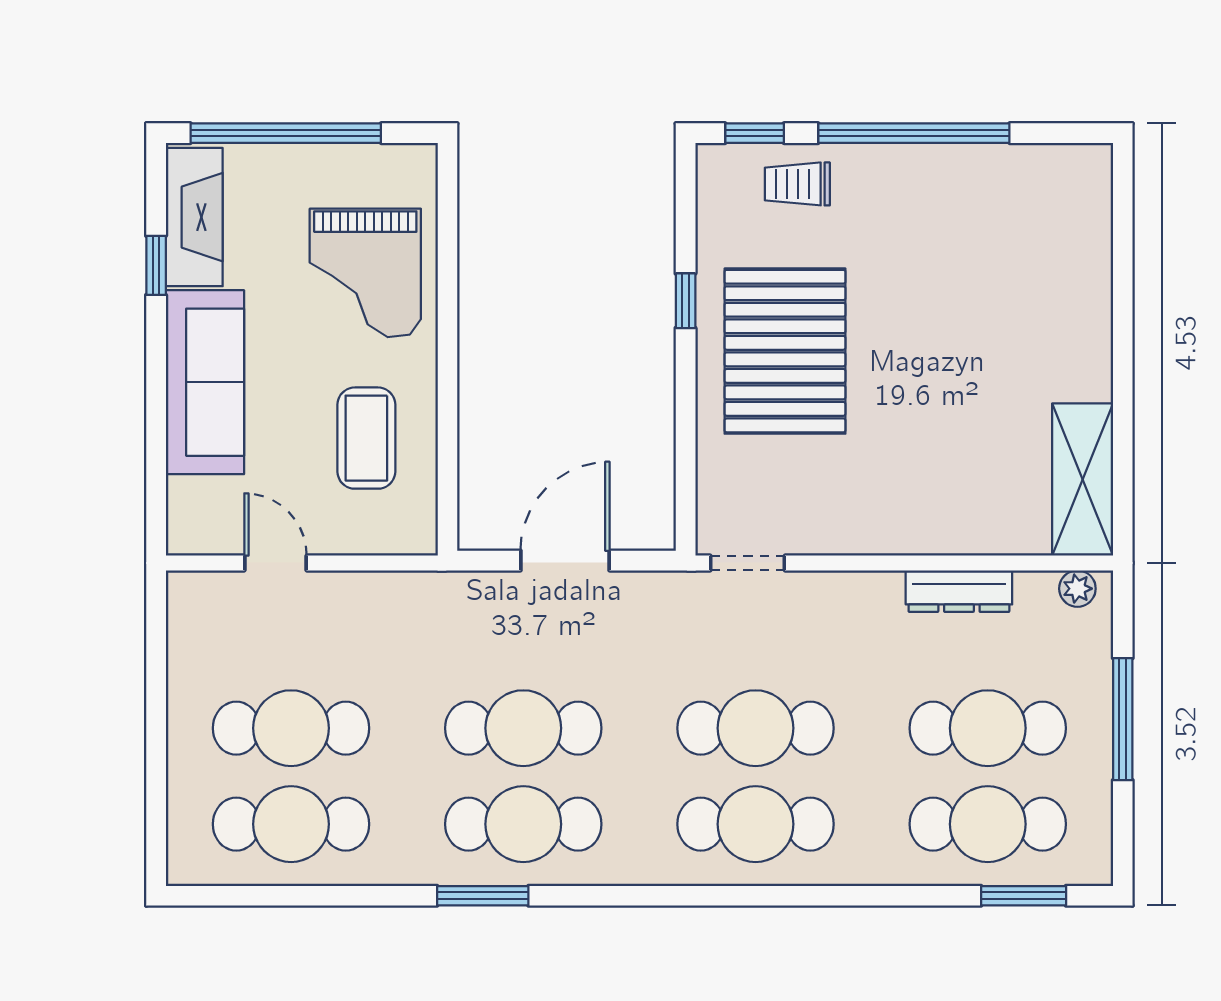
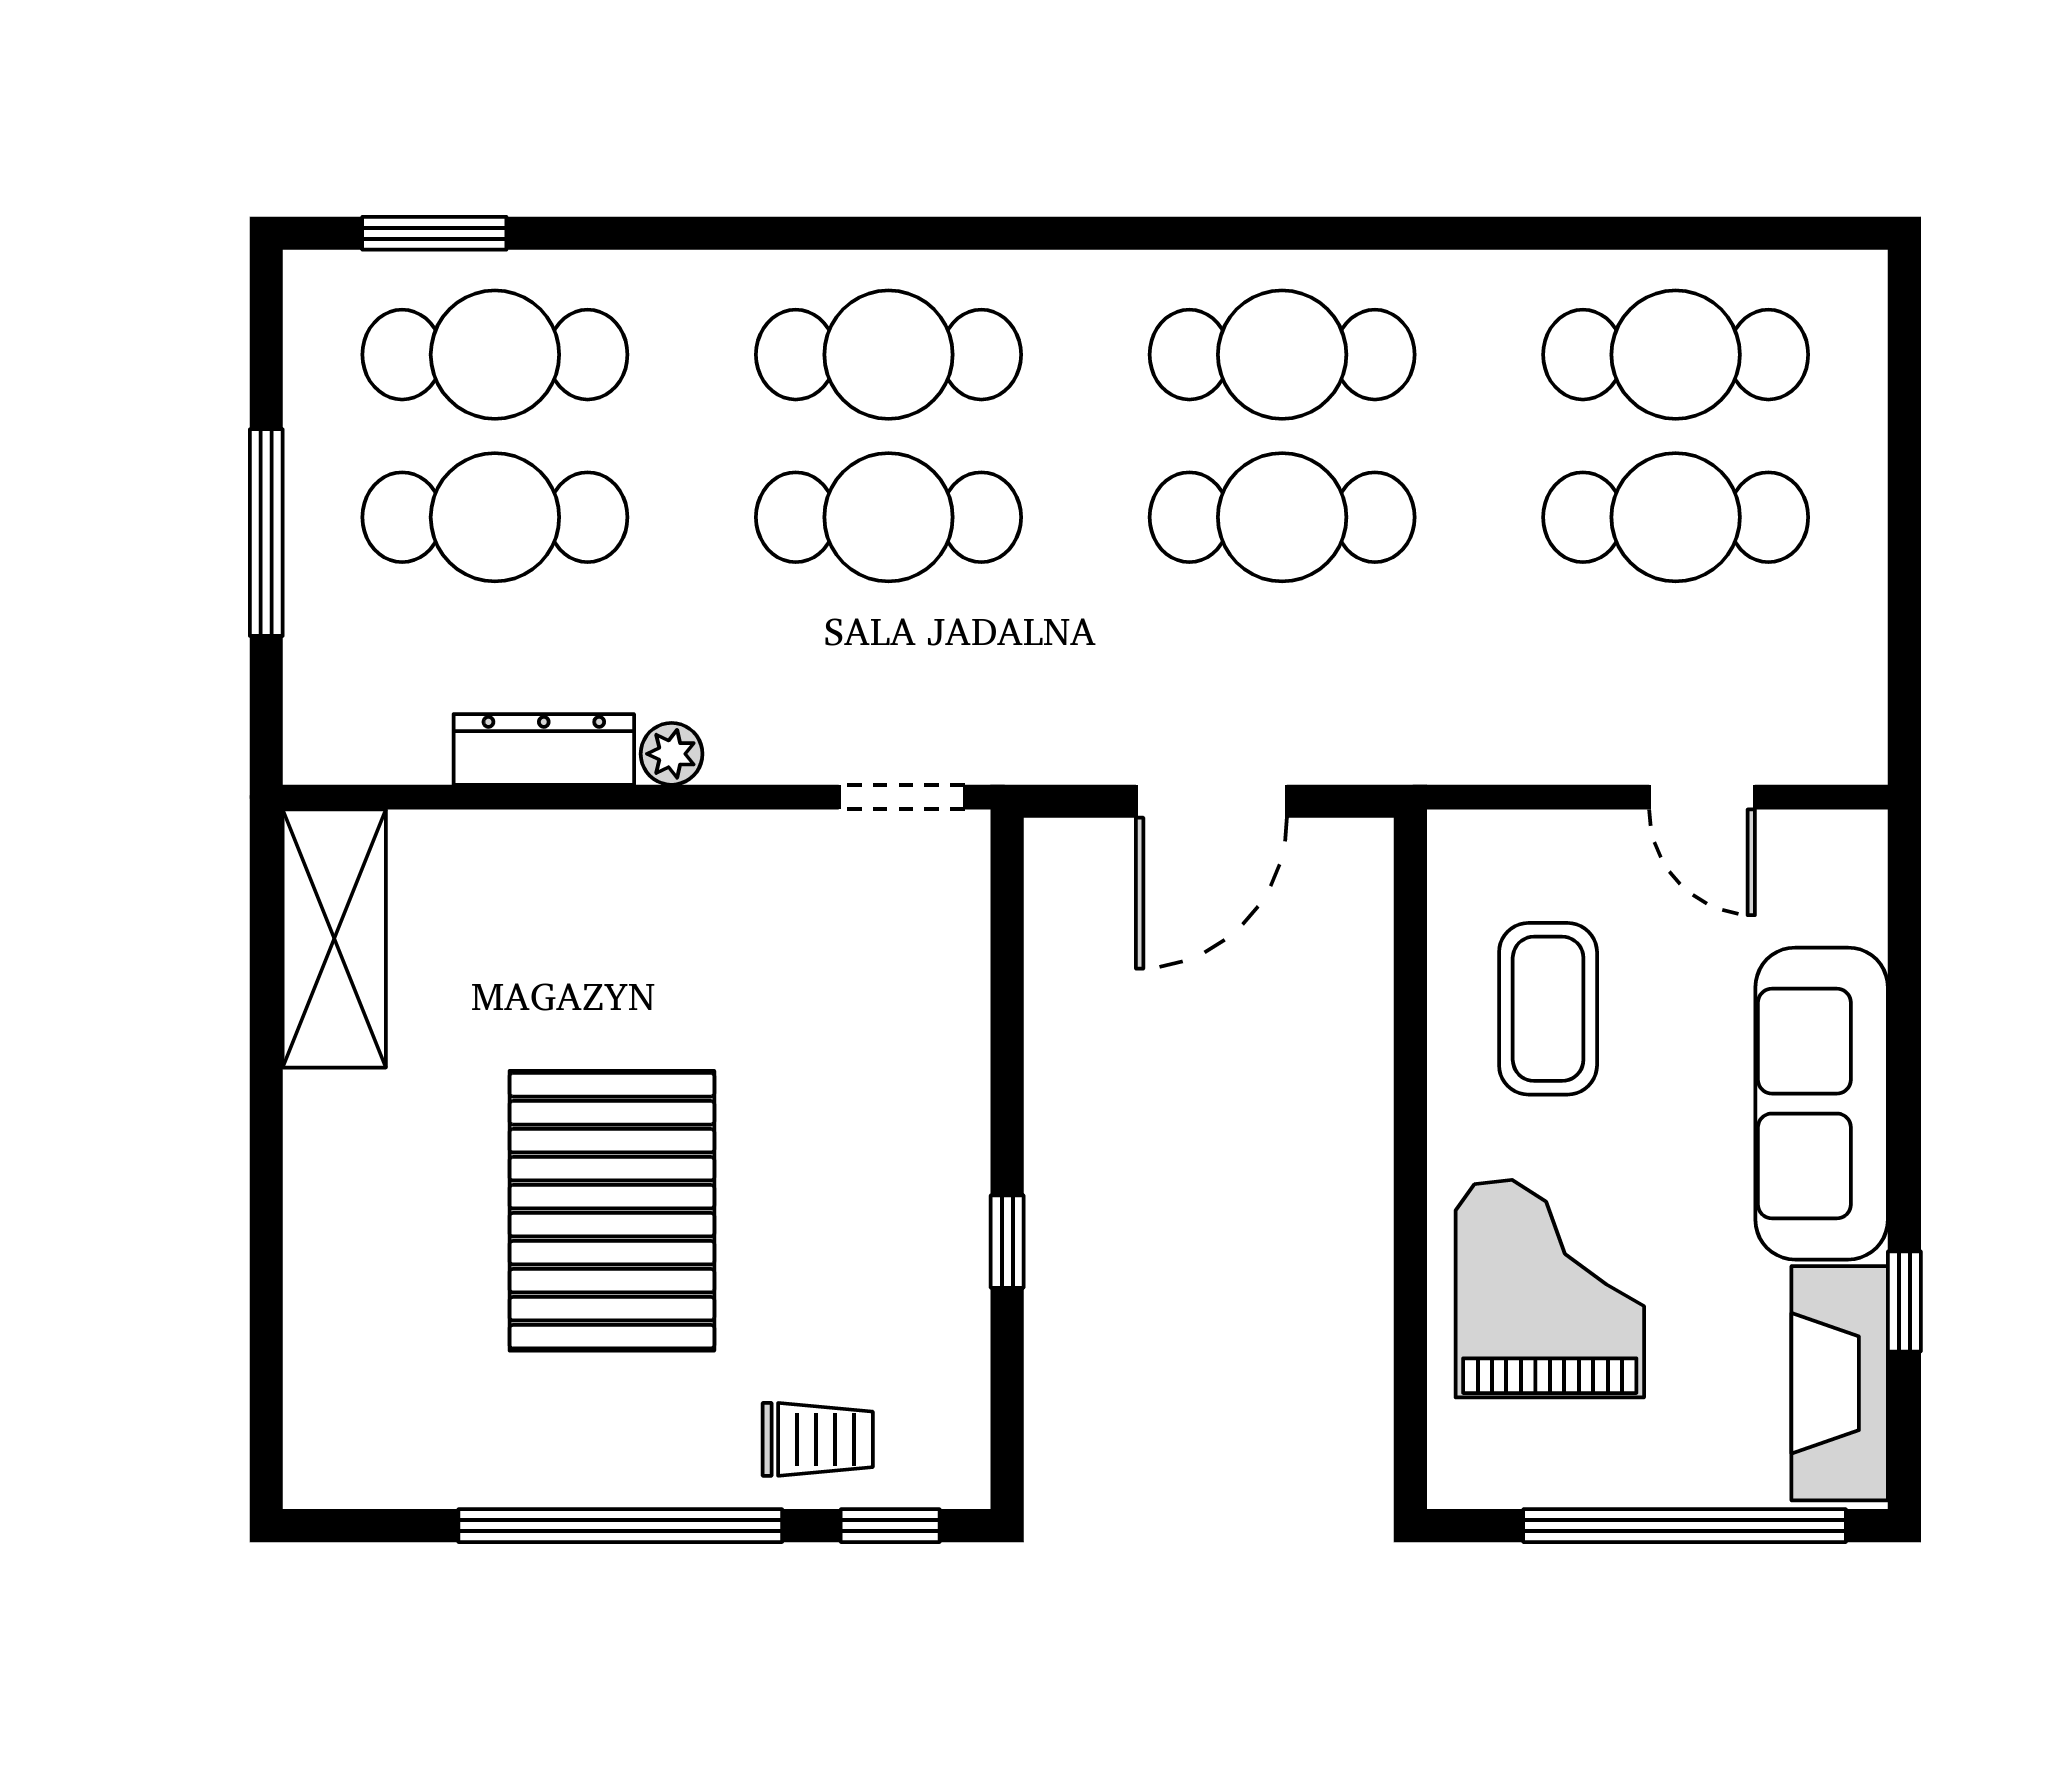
pallet: (785, 351) -> (612, 1211), moved
plant: (1077, 589) -> (672, 754), moved
window: (483, 896) -> (1351, 233), removed

